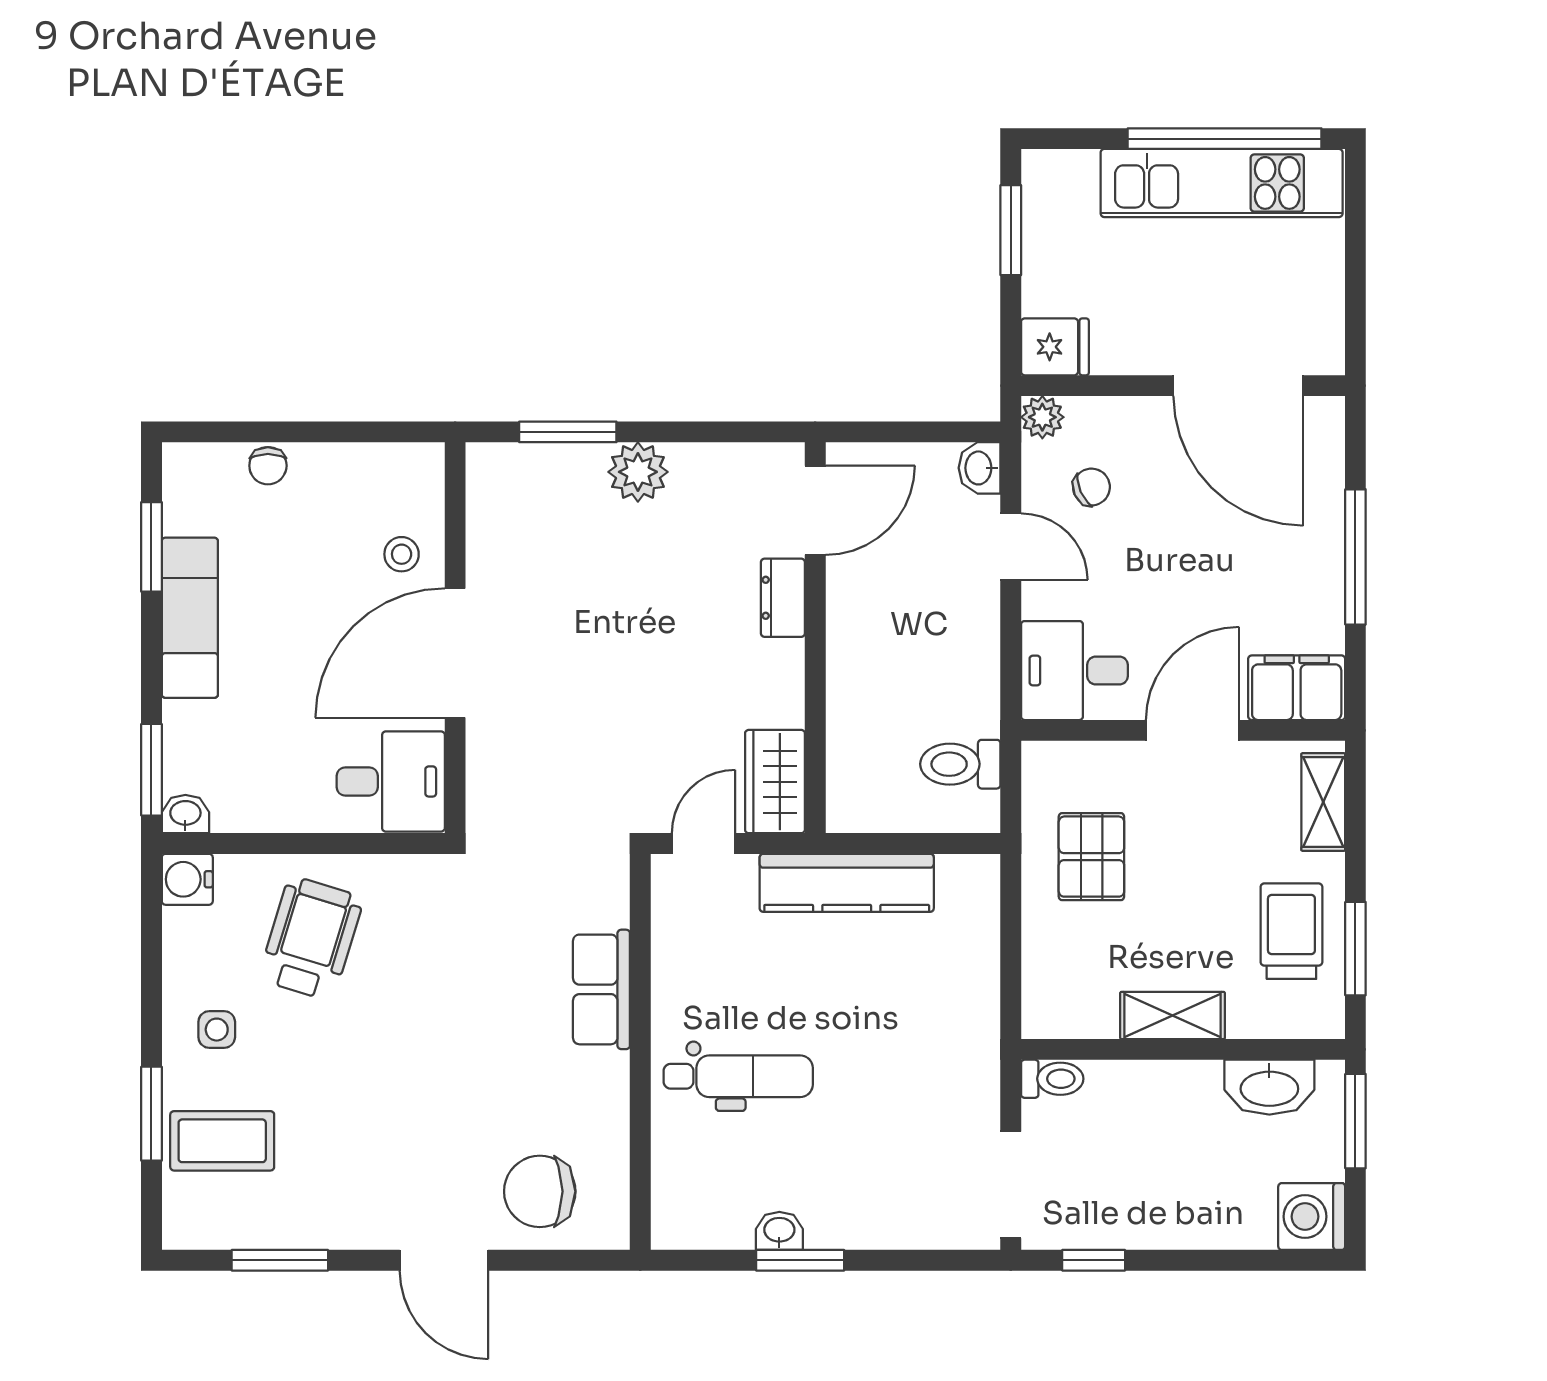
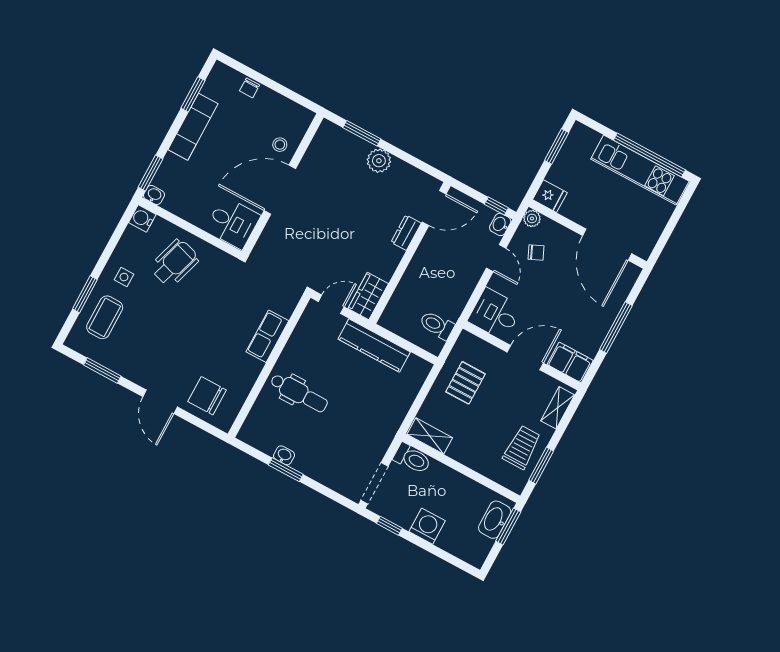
window: (949, 432) -> (496, 206), added
shelving: (1173, 1015) -> (430, 436), moved
toilet: (1052, 1079) -> (412, 459), width x1.37, depth x1.39
washbasin: (1269, 1087) -> (495, 520), moved, turned 90
coffee table: (222, 1141) -> (105, 317), turned 90
washing machine: (1312, 1217) -> (427, 526), moved, turned 90

